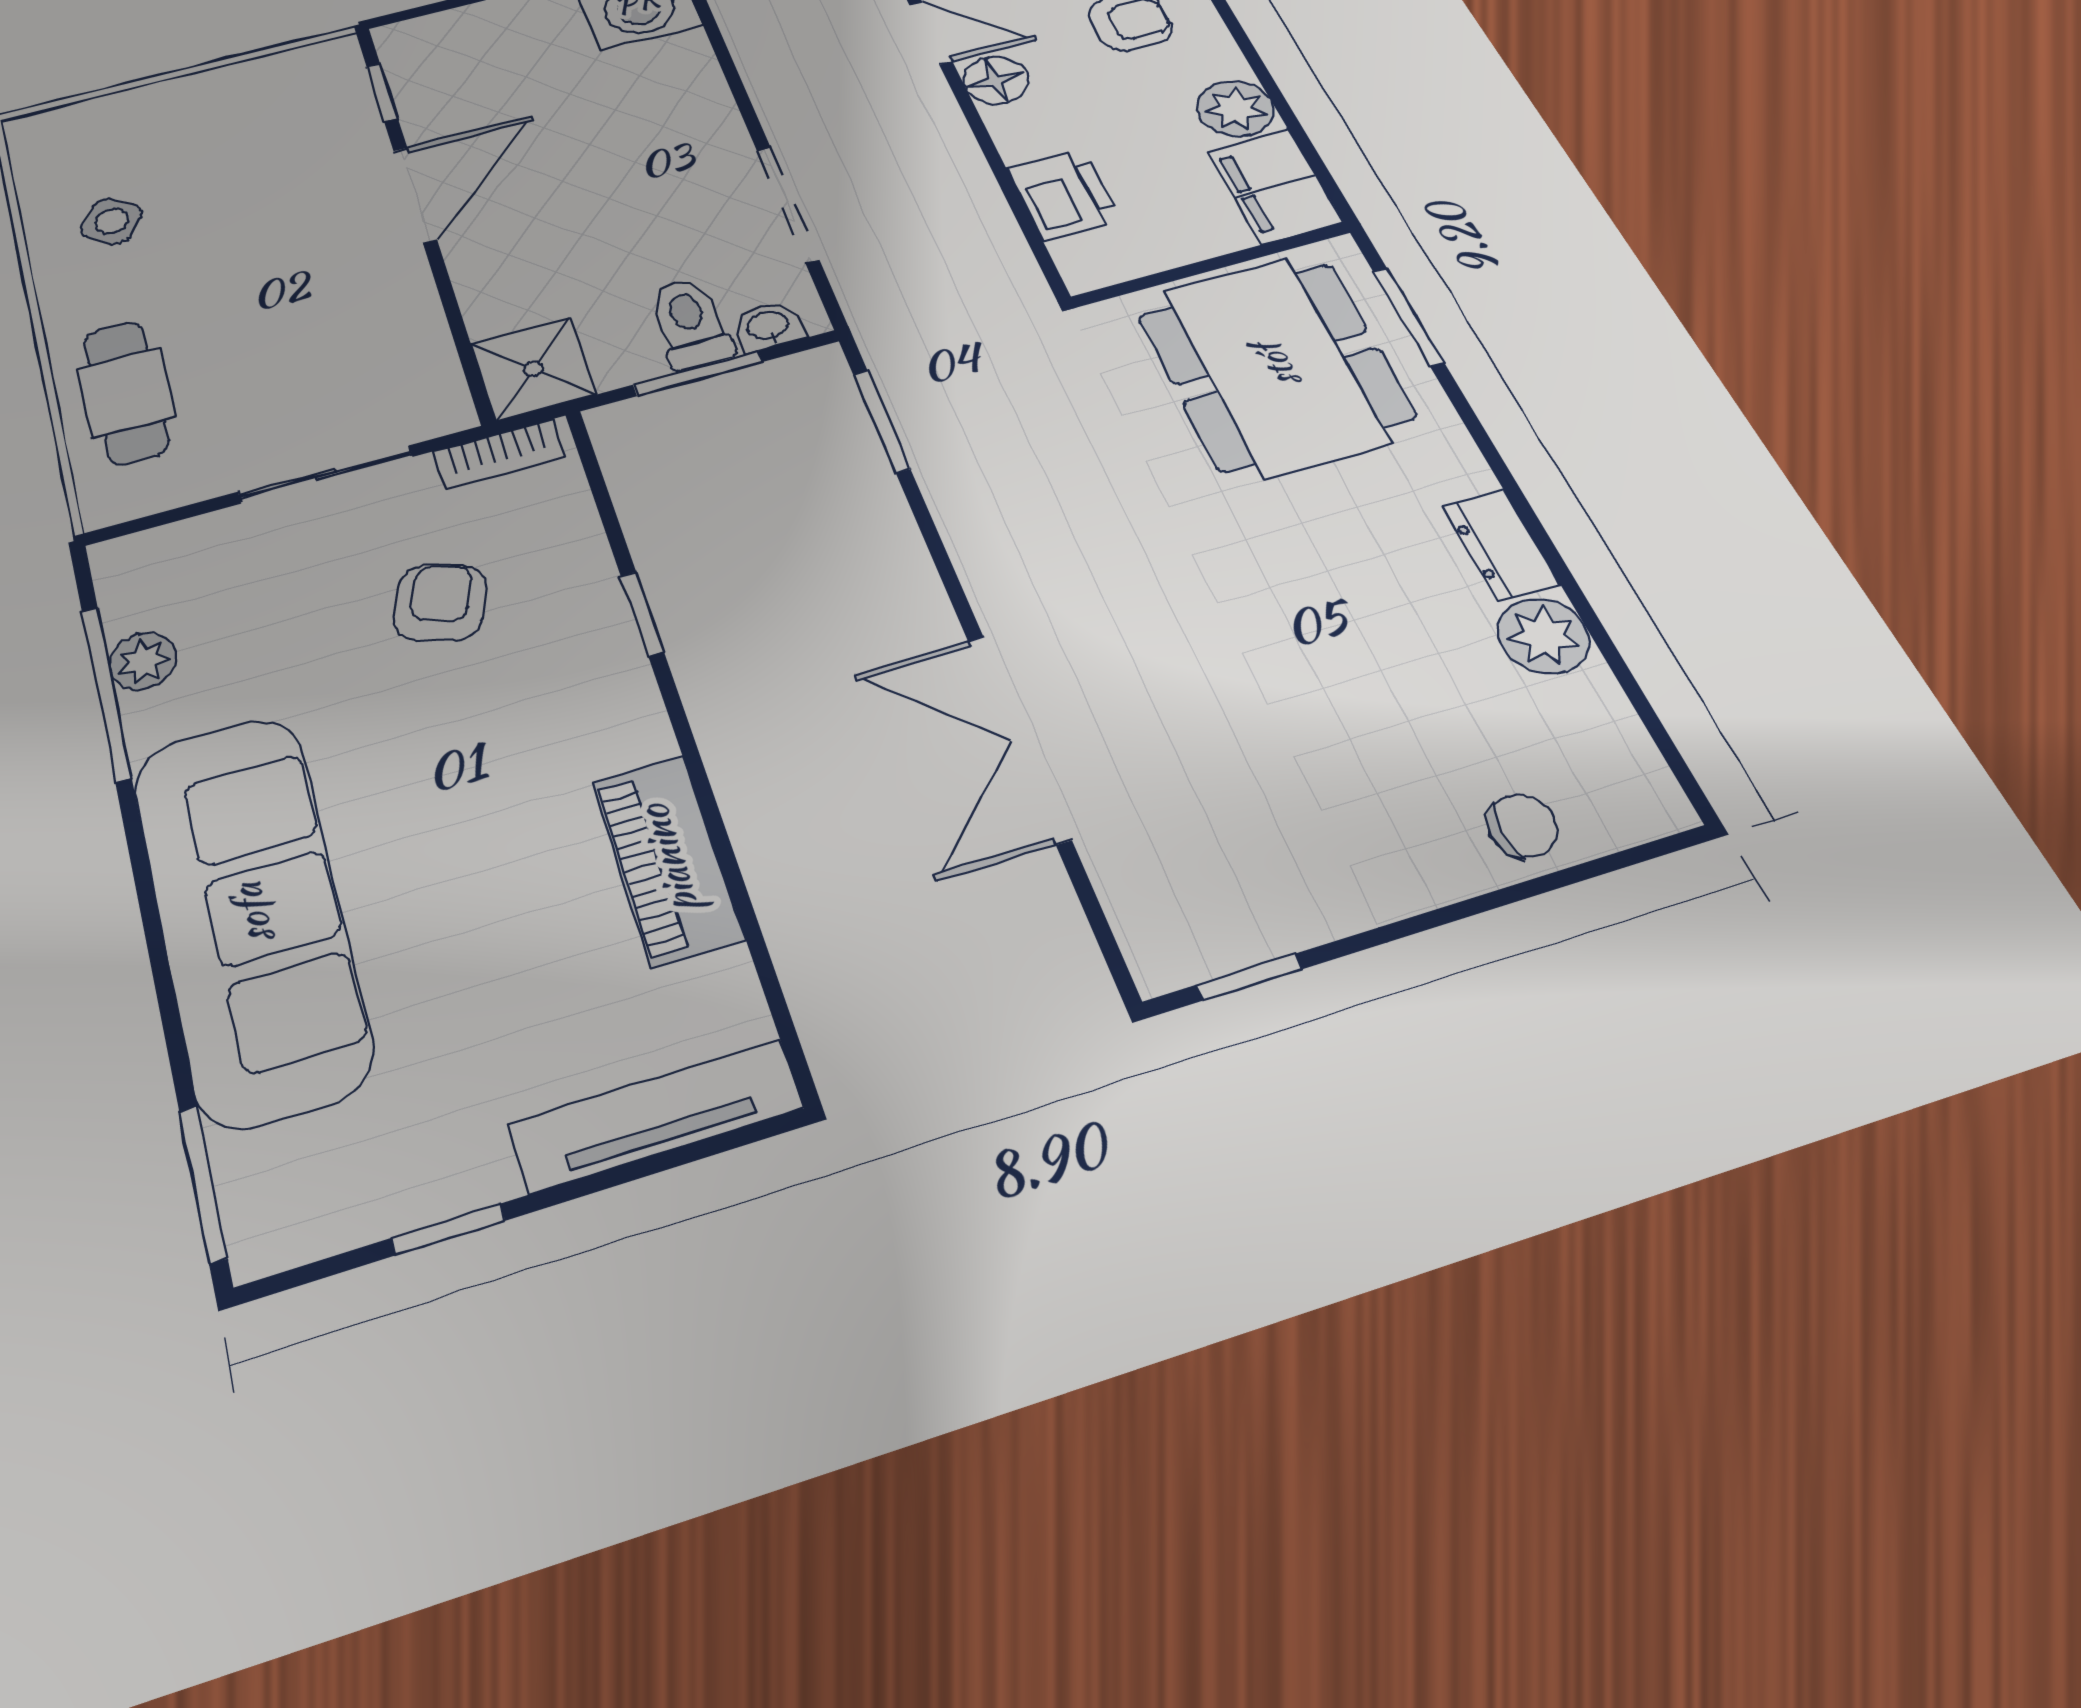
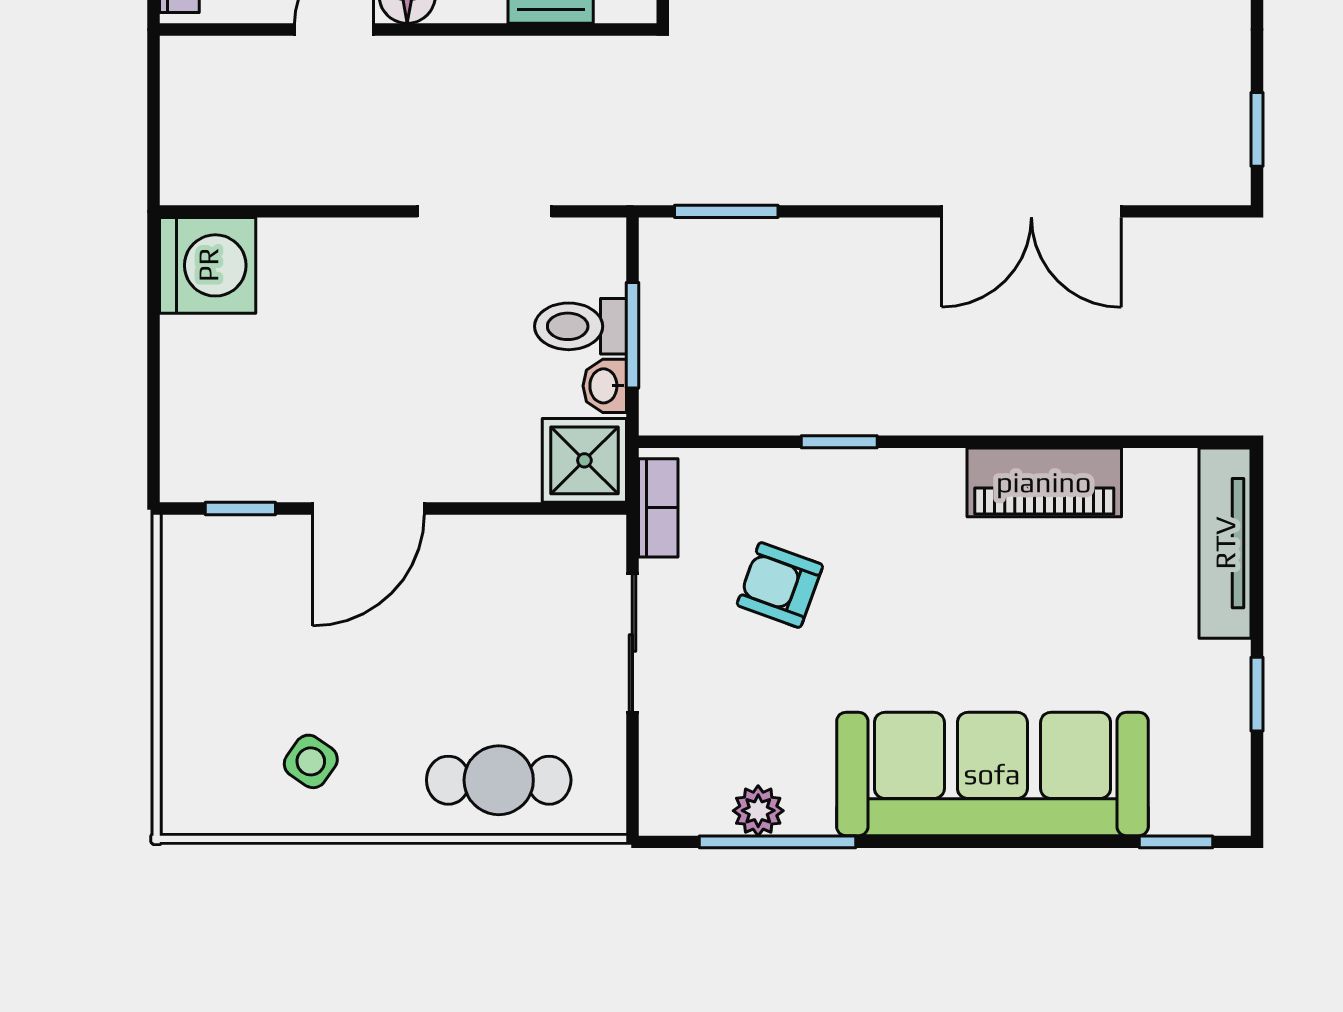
door: (415, 195) -> (368, 508), swing flipped
washbasin: (768, 326) -> (605, 386), moved
window: (203, 1184) -> (1176, 842), width x0.67

